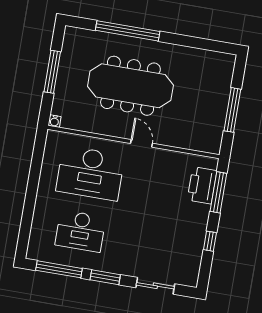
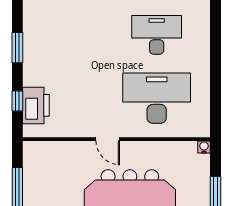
window: (218, 192) -> (17, 101), width x0.46
window: (210, 241) -> (17, 48), width x1.50

